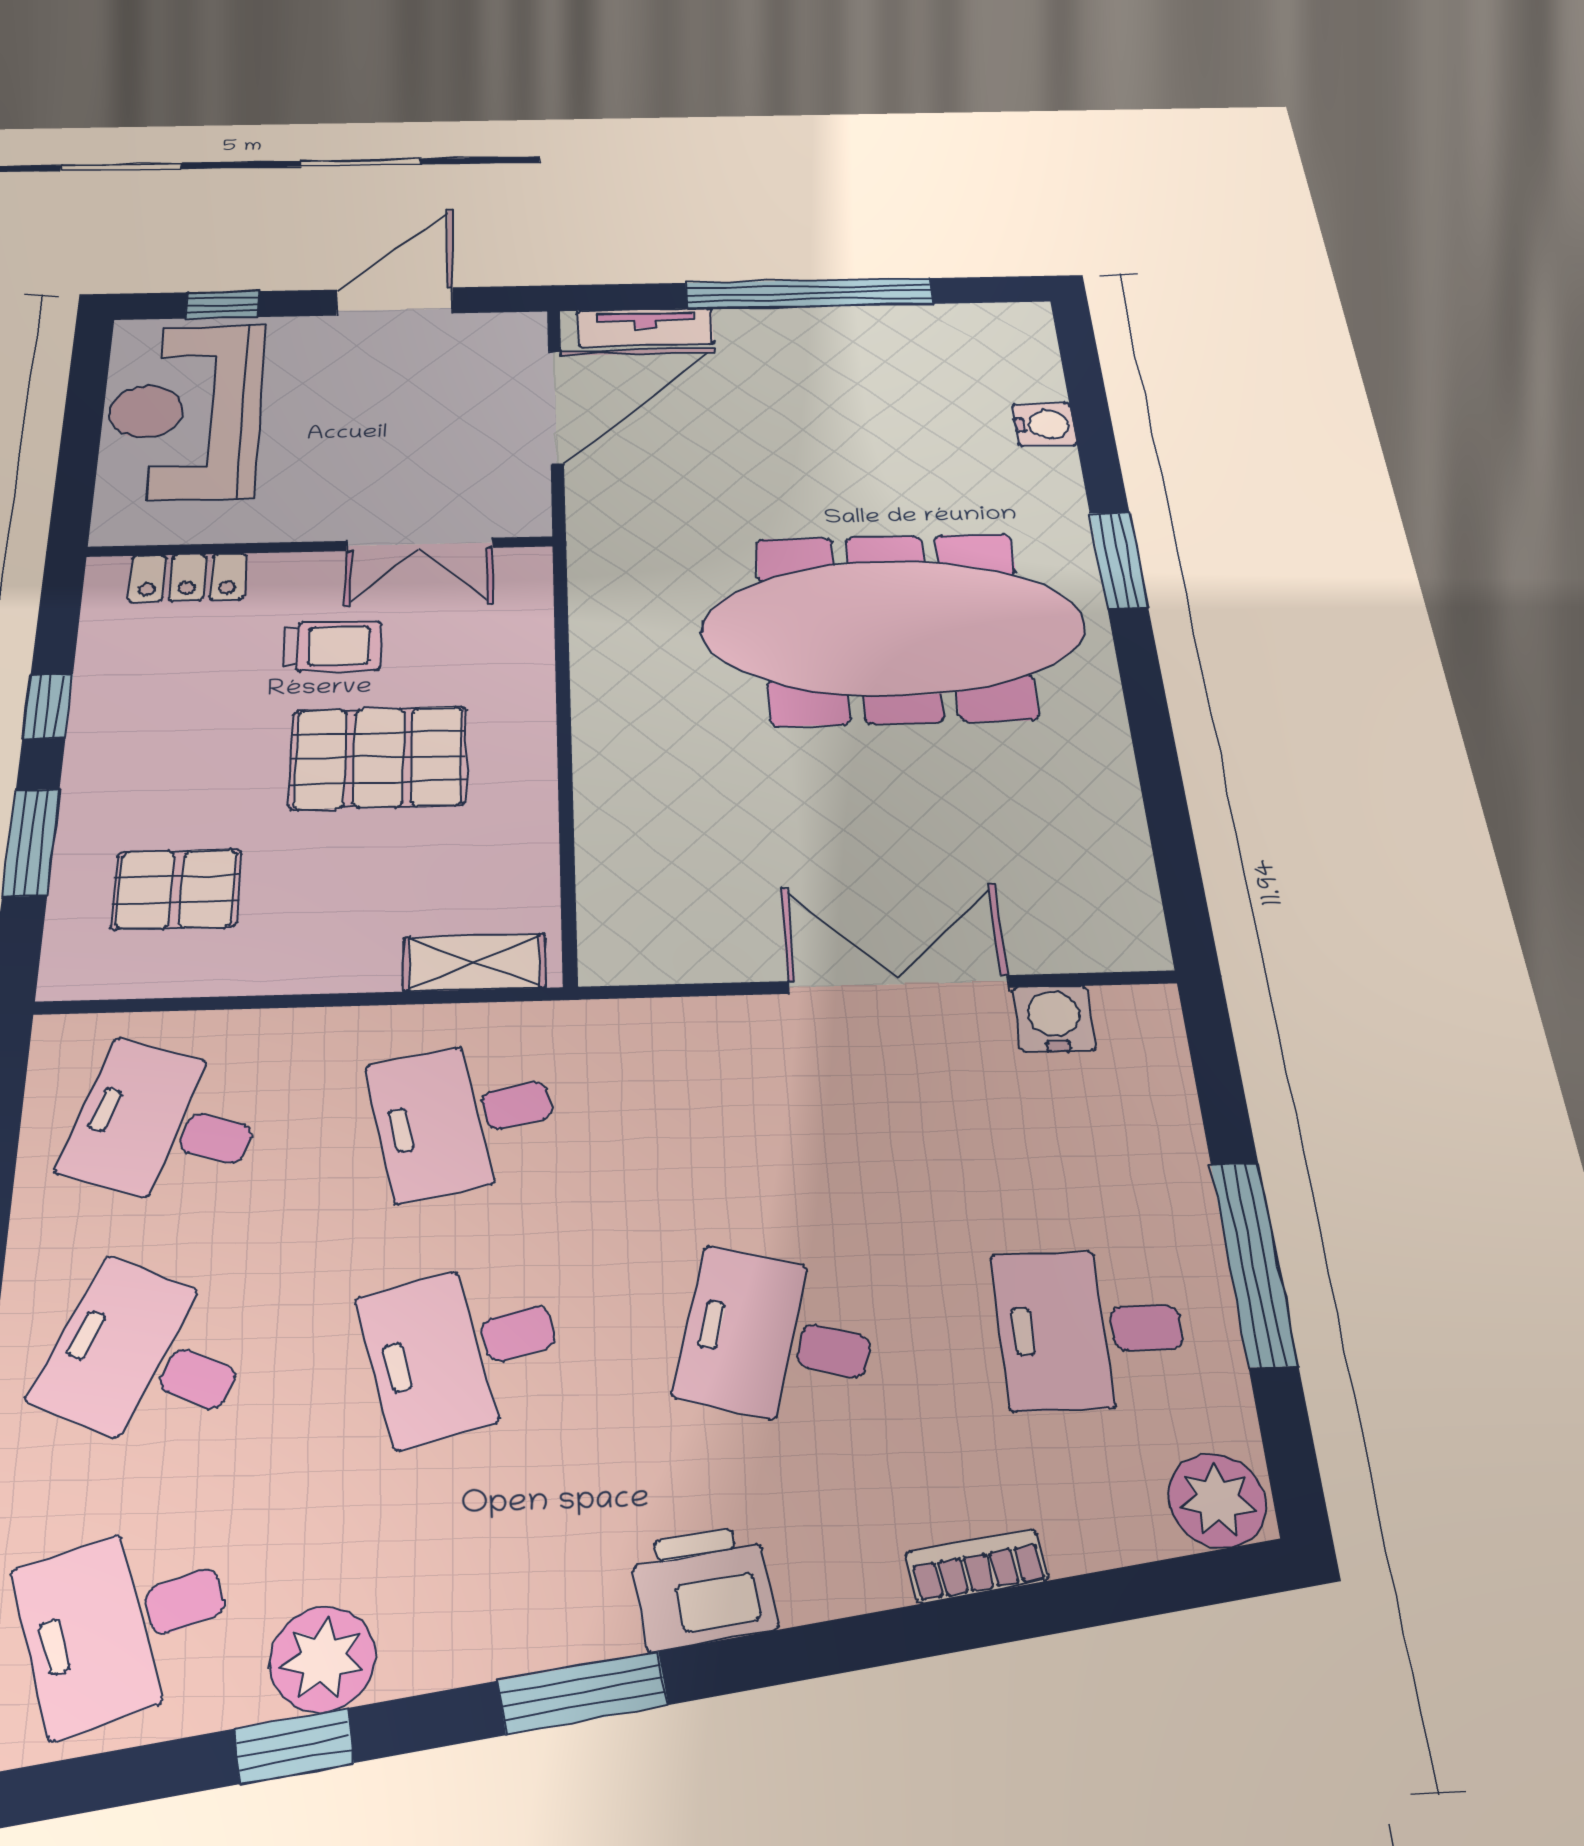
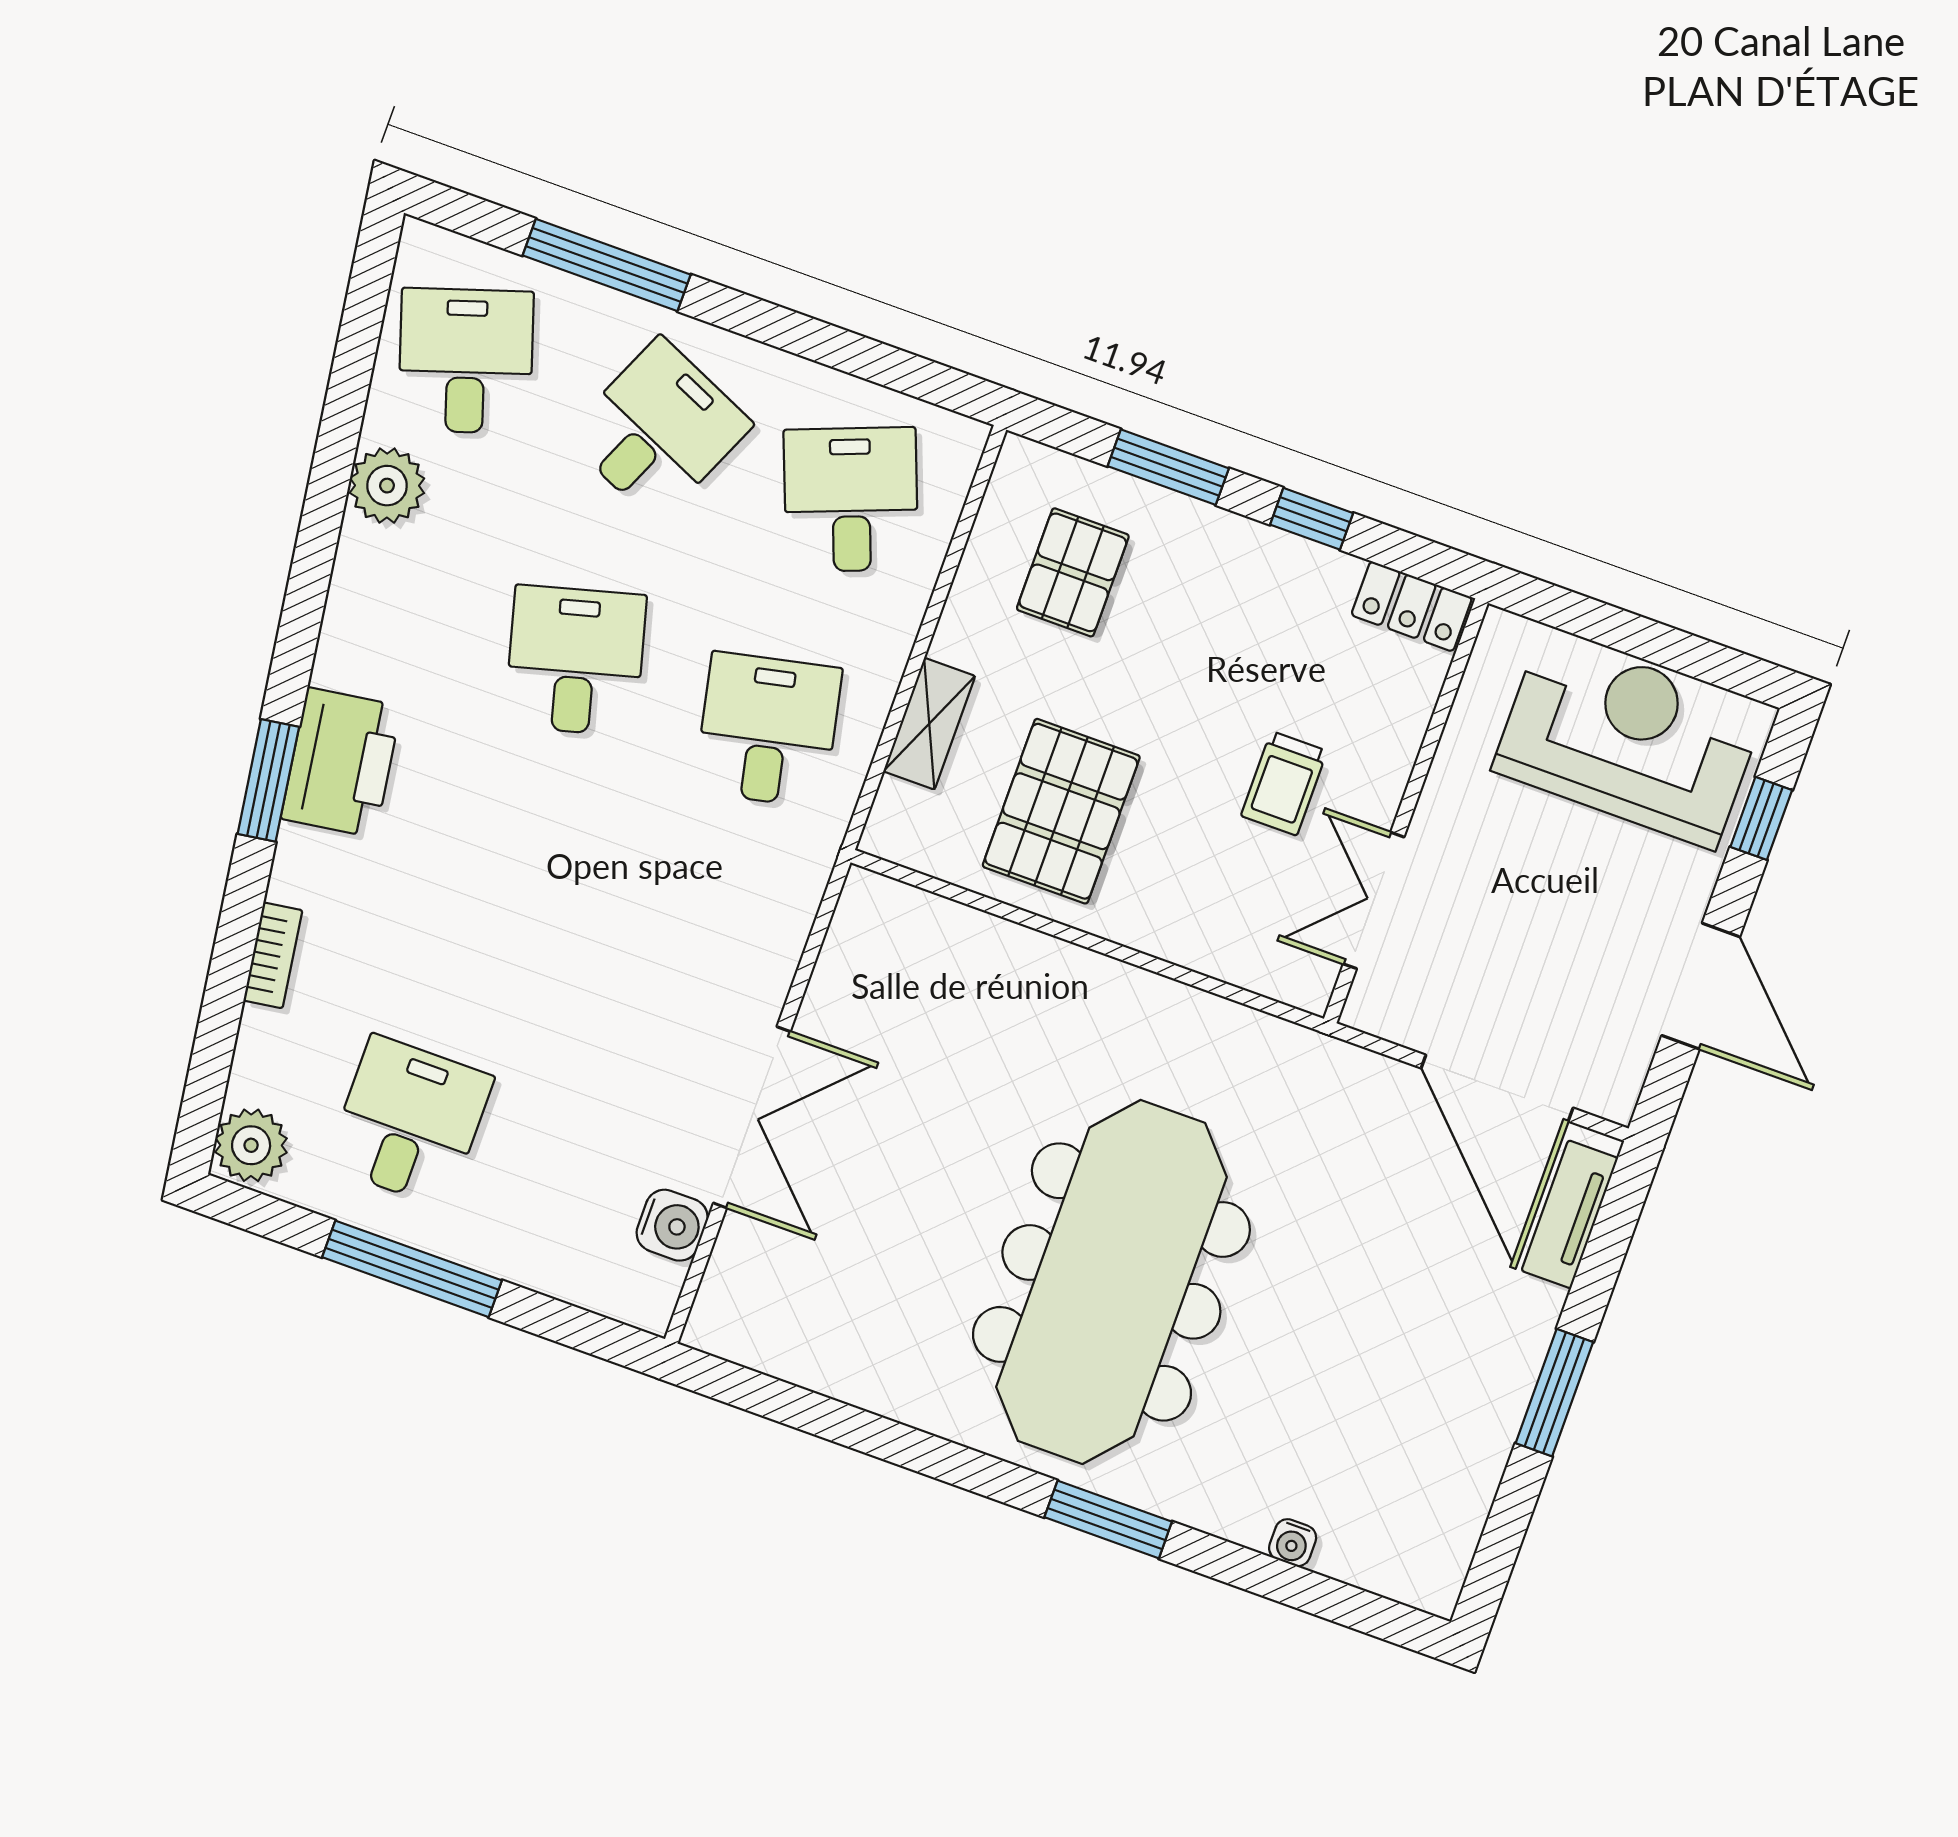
window: (809, 293) -> (1554, 1393), width x0.47
water cooler: (1044, 425) -> (1293, 1543), width x0.72, depth x0.72
locker: (188, 577) -> (1412, 606), moved, turned -90
pallet: (379, 757) -> (1061, 811), moved
shelving: (474, 963) -> (929, 724), moved
desk: (165, 1125) -> (851, 499), turned -39
desk: (778, 1339) -> (492, 891), removed
printer: (703, 1587) -> (341, 762), width x1.37, depth x1.19
window: (583, 1693) -> (268, 780), moved
window: (294, 1746) -> (336, 448), removed

